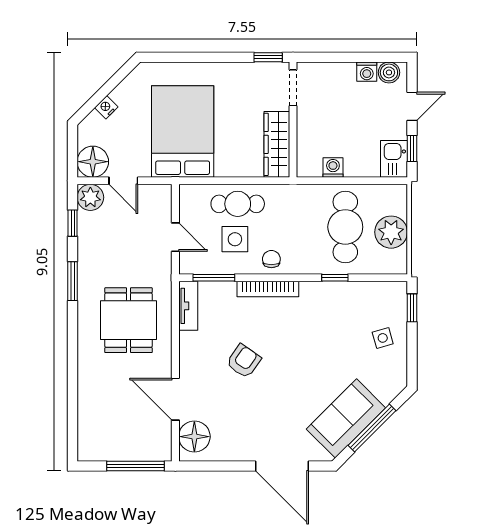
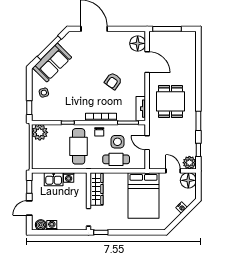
kitchen sink: (394, 159) -> (54, 179), moved, turned 90
cafe table: (345, 227) -> (79, 146), moved
plant: (391, 232) -> (40, 132), moved
sofa: (346, 418) -> (52, 63), moved

